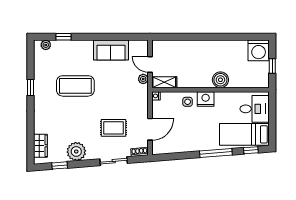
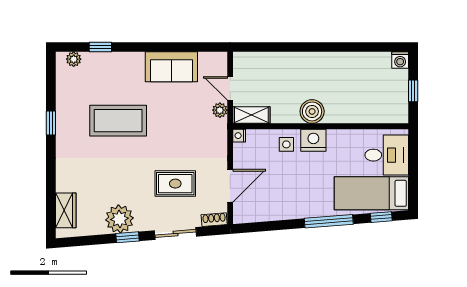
washing machine: (259, 50) -> (400, 60), width x0.53, depth x0.53
boiler: (220, 80) -> (312, 111), moved
window: (60, 165) -> (128, 237), moved

